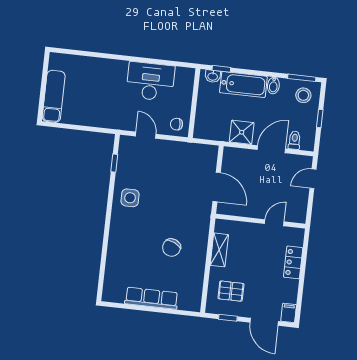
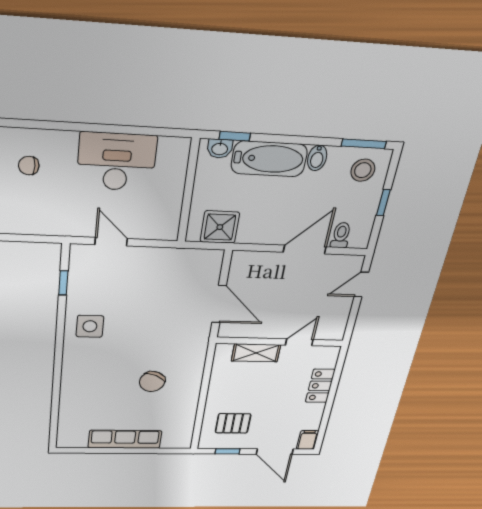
chair: (176, 124) -> (29, 166), moved
shower: (242, 132) -> (220, 227), moved
shelving: (219, 250) -> (256, 353), moved, turned 90

